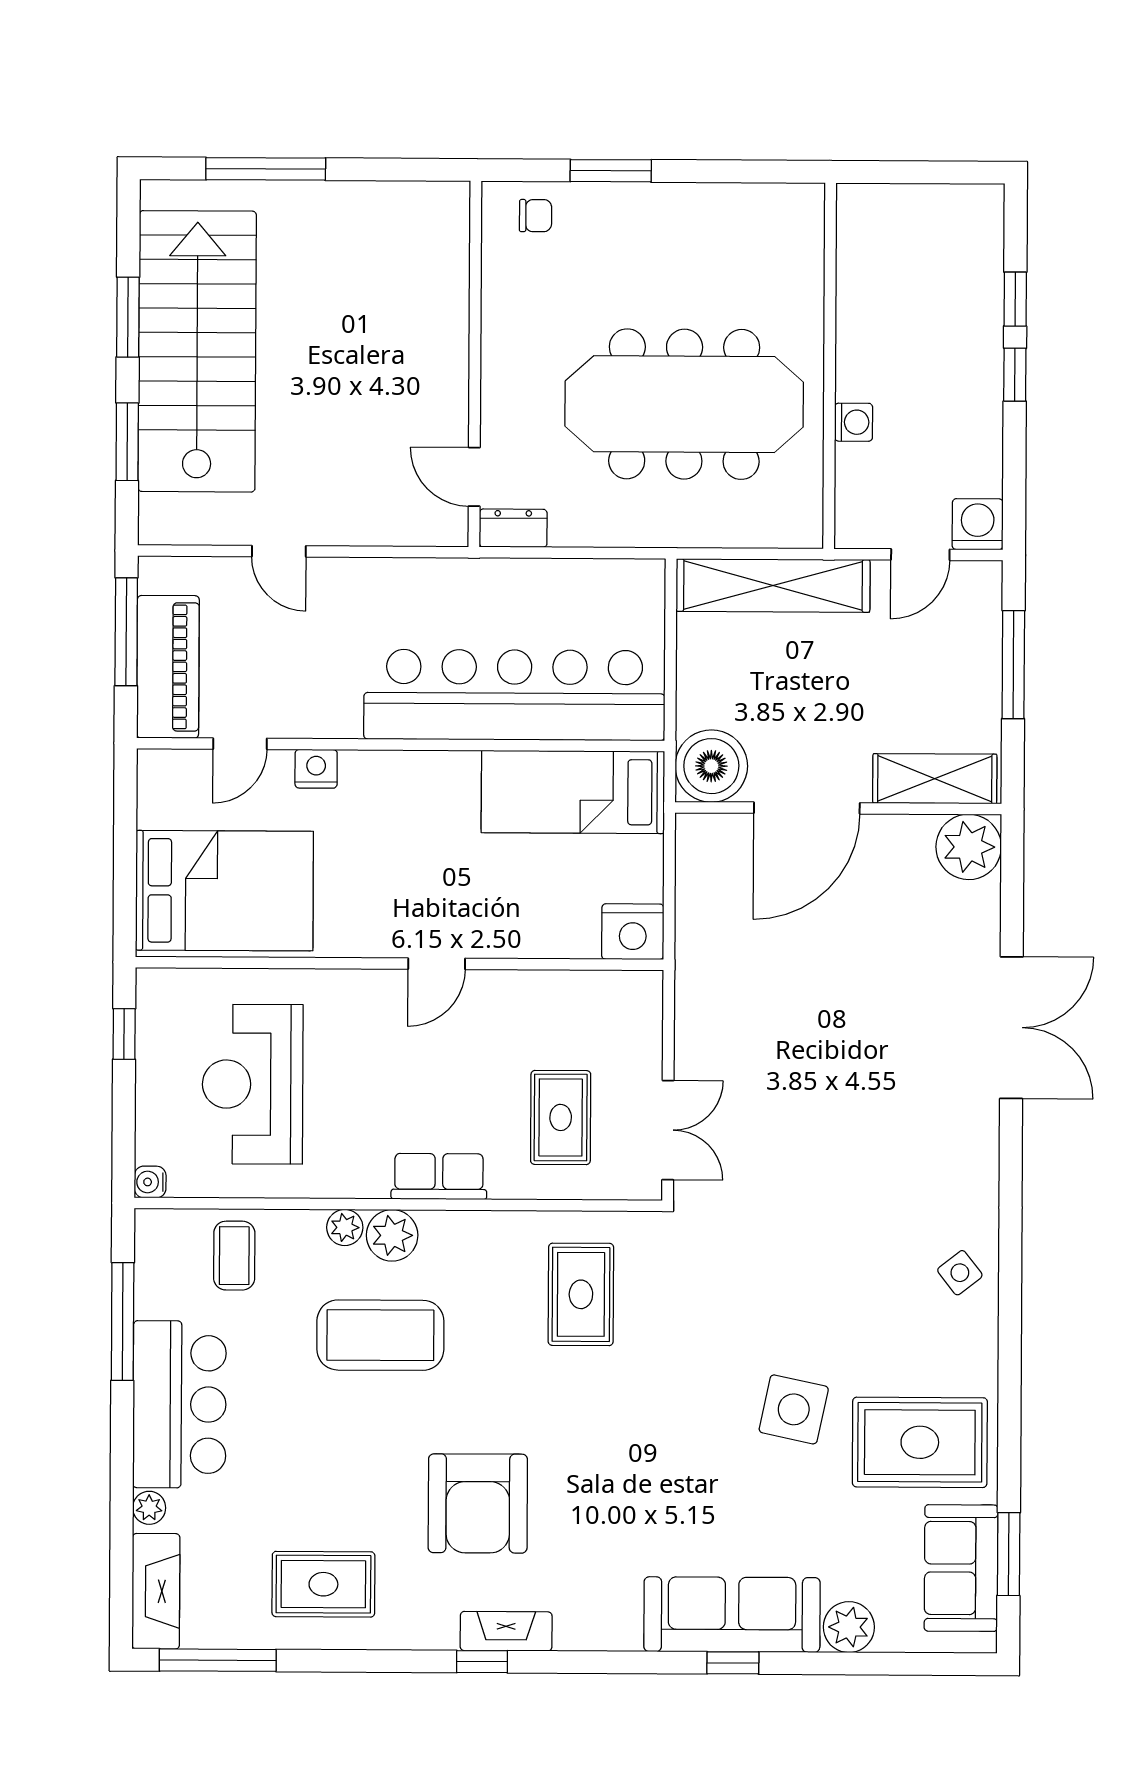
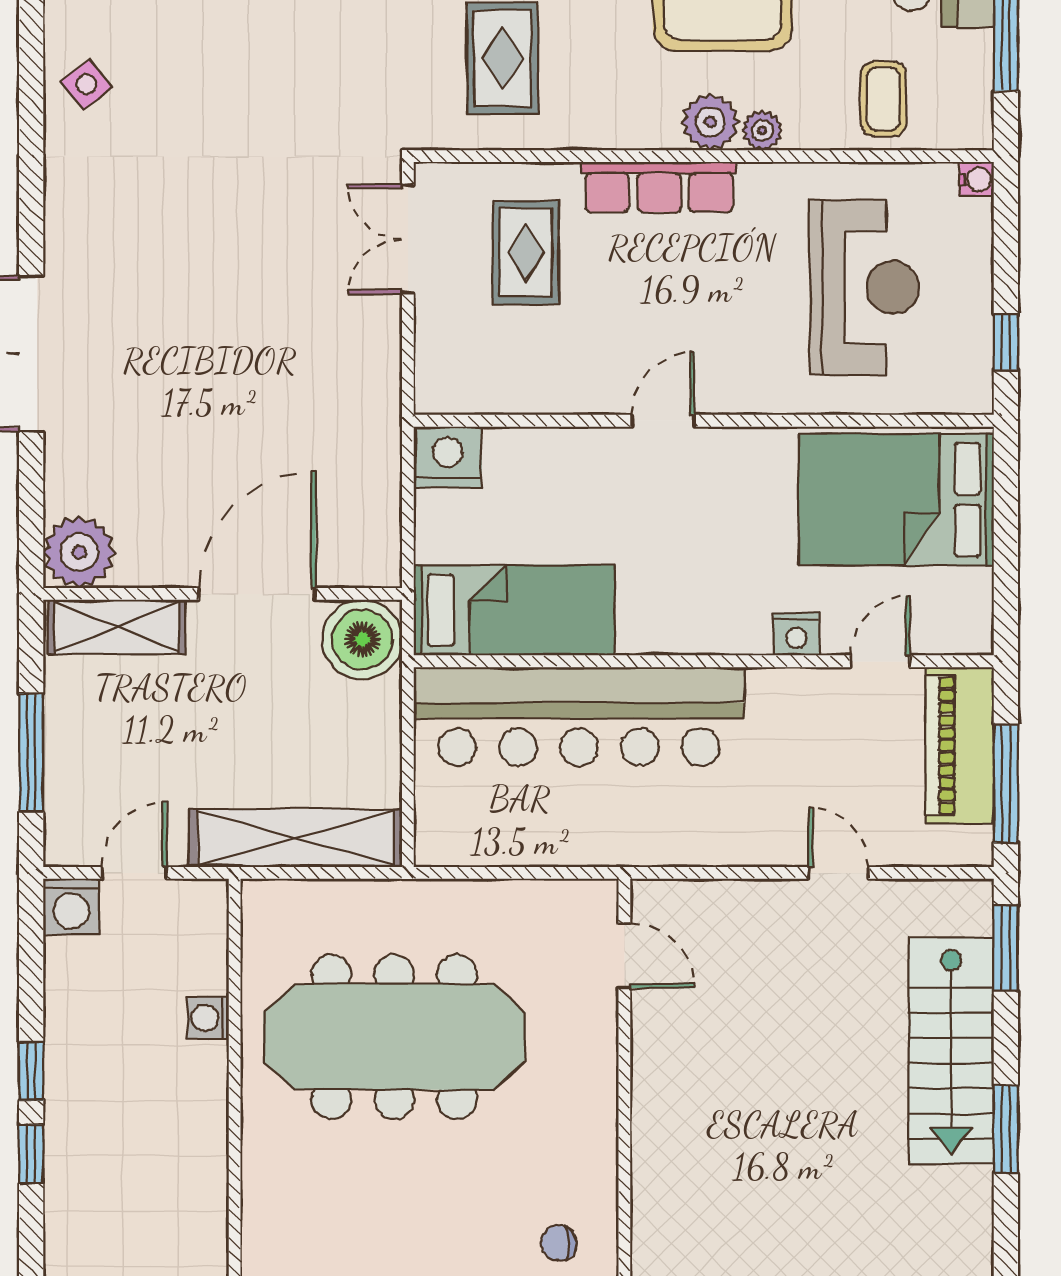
stairs: (197, 351) -> (951, 1051), width x0.73, depth x0.66
window: (127, 442) -> (1006, 948), moved
dresser: (513, 528) -> (581, 900), removed
row of seats: (439, 1176) -> (659, 187), width x1.48

